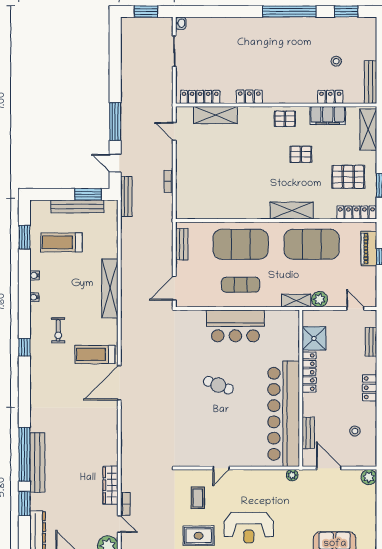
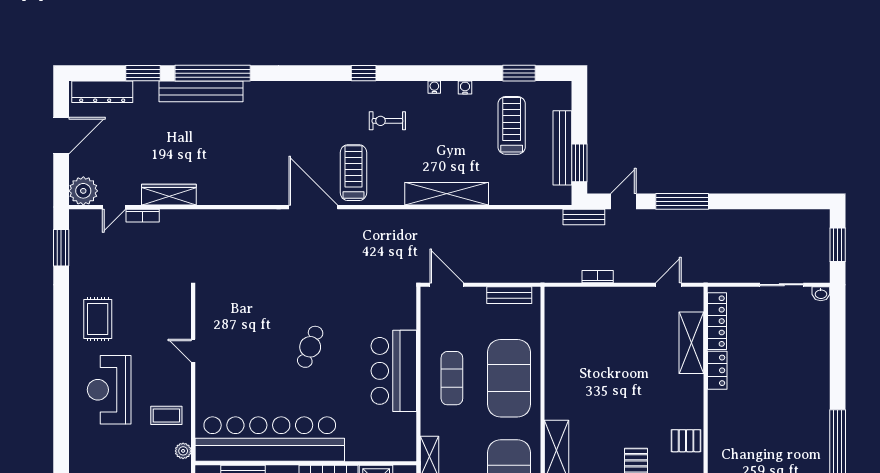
locker: (249, 97) -> (717, 370), moved
pallet: (285, 119) -> (686, 441), turned 90
bench: (126, 197) -> (584, 217), width x0.73
coffee table: (198, 498) -> (166, 415), moved

